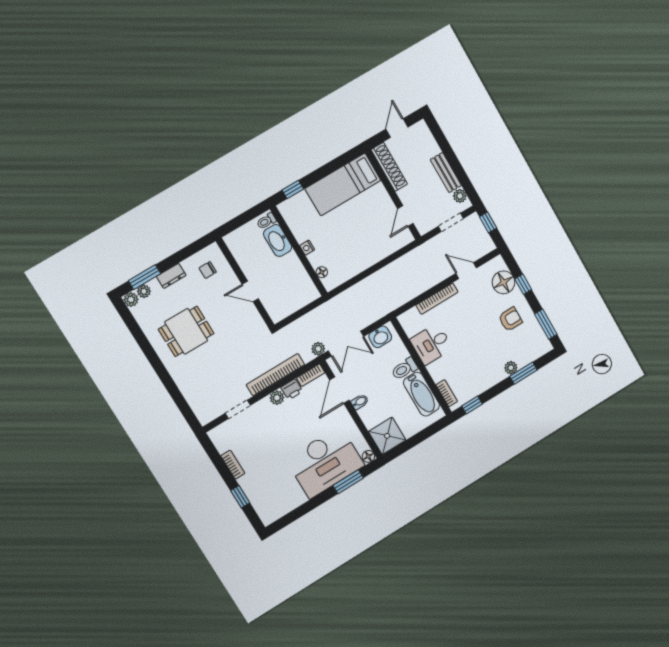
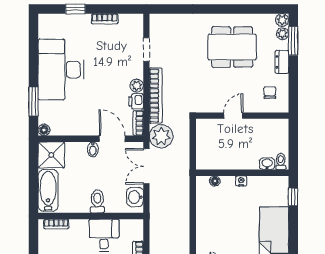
washbasin: (278, 240) -> (267, 164), width x0.52, depth x0.69
dining table: (186, 331) -> (232, 47), width x1.37
plant: (318, 349) -> (161, 136), width x1.88, depth x1.88
bathtub: (422, 394) -> (48, 190), moved, turned 90
window: (472, 405) -> (34, 239), removed
desk: (325, 462) -> (61, 70), moved

